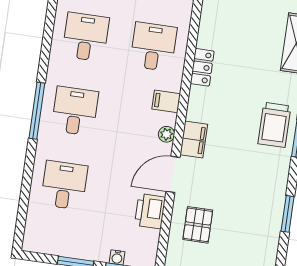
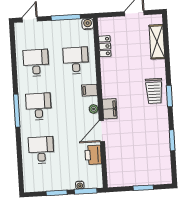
locker: (202, 67) -> (105, 46), moved
pallet: (198, 225) -> (122, 157), removed

